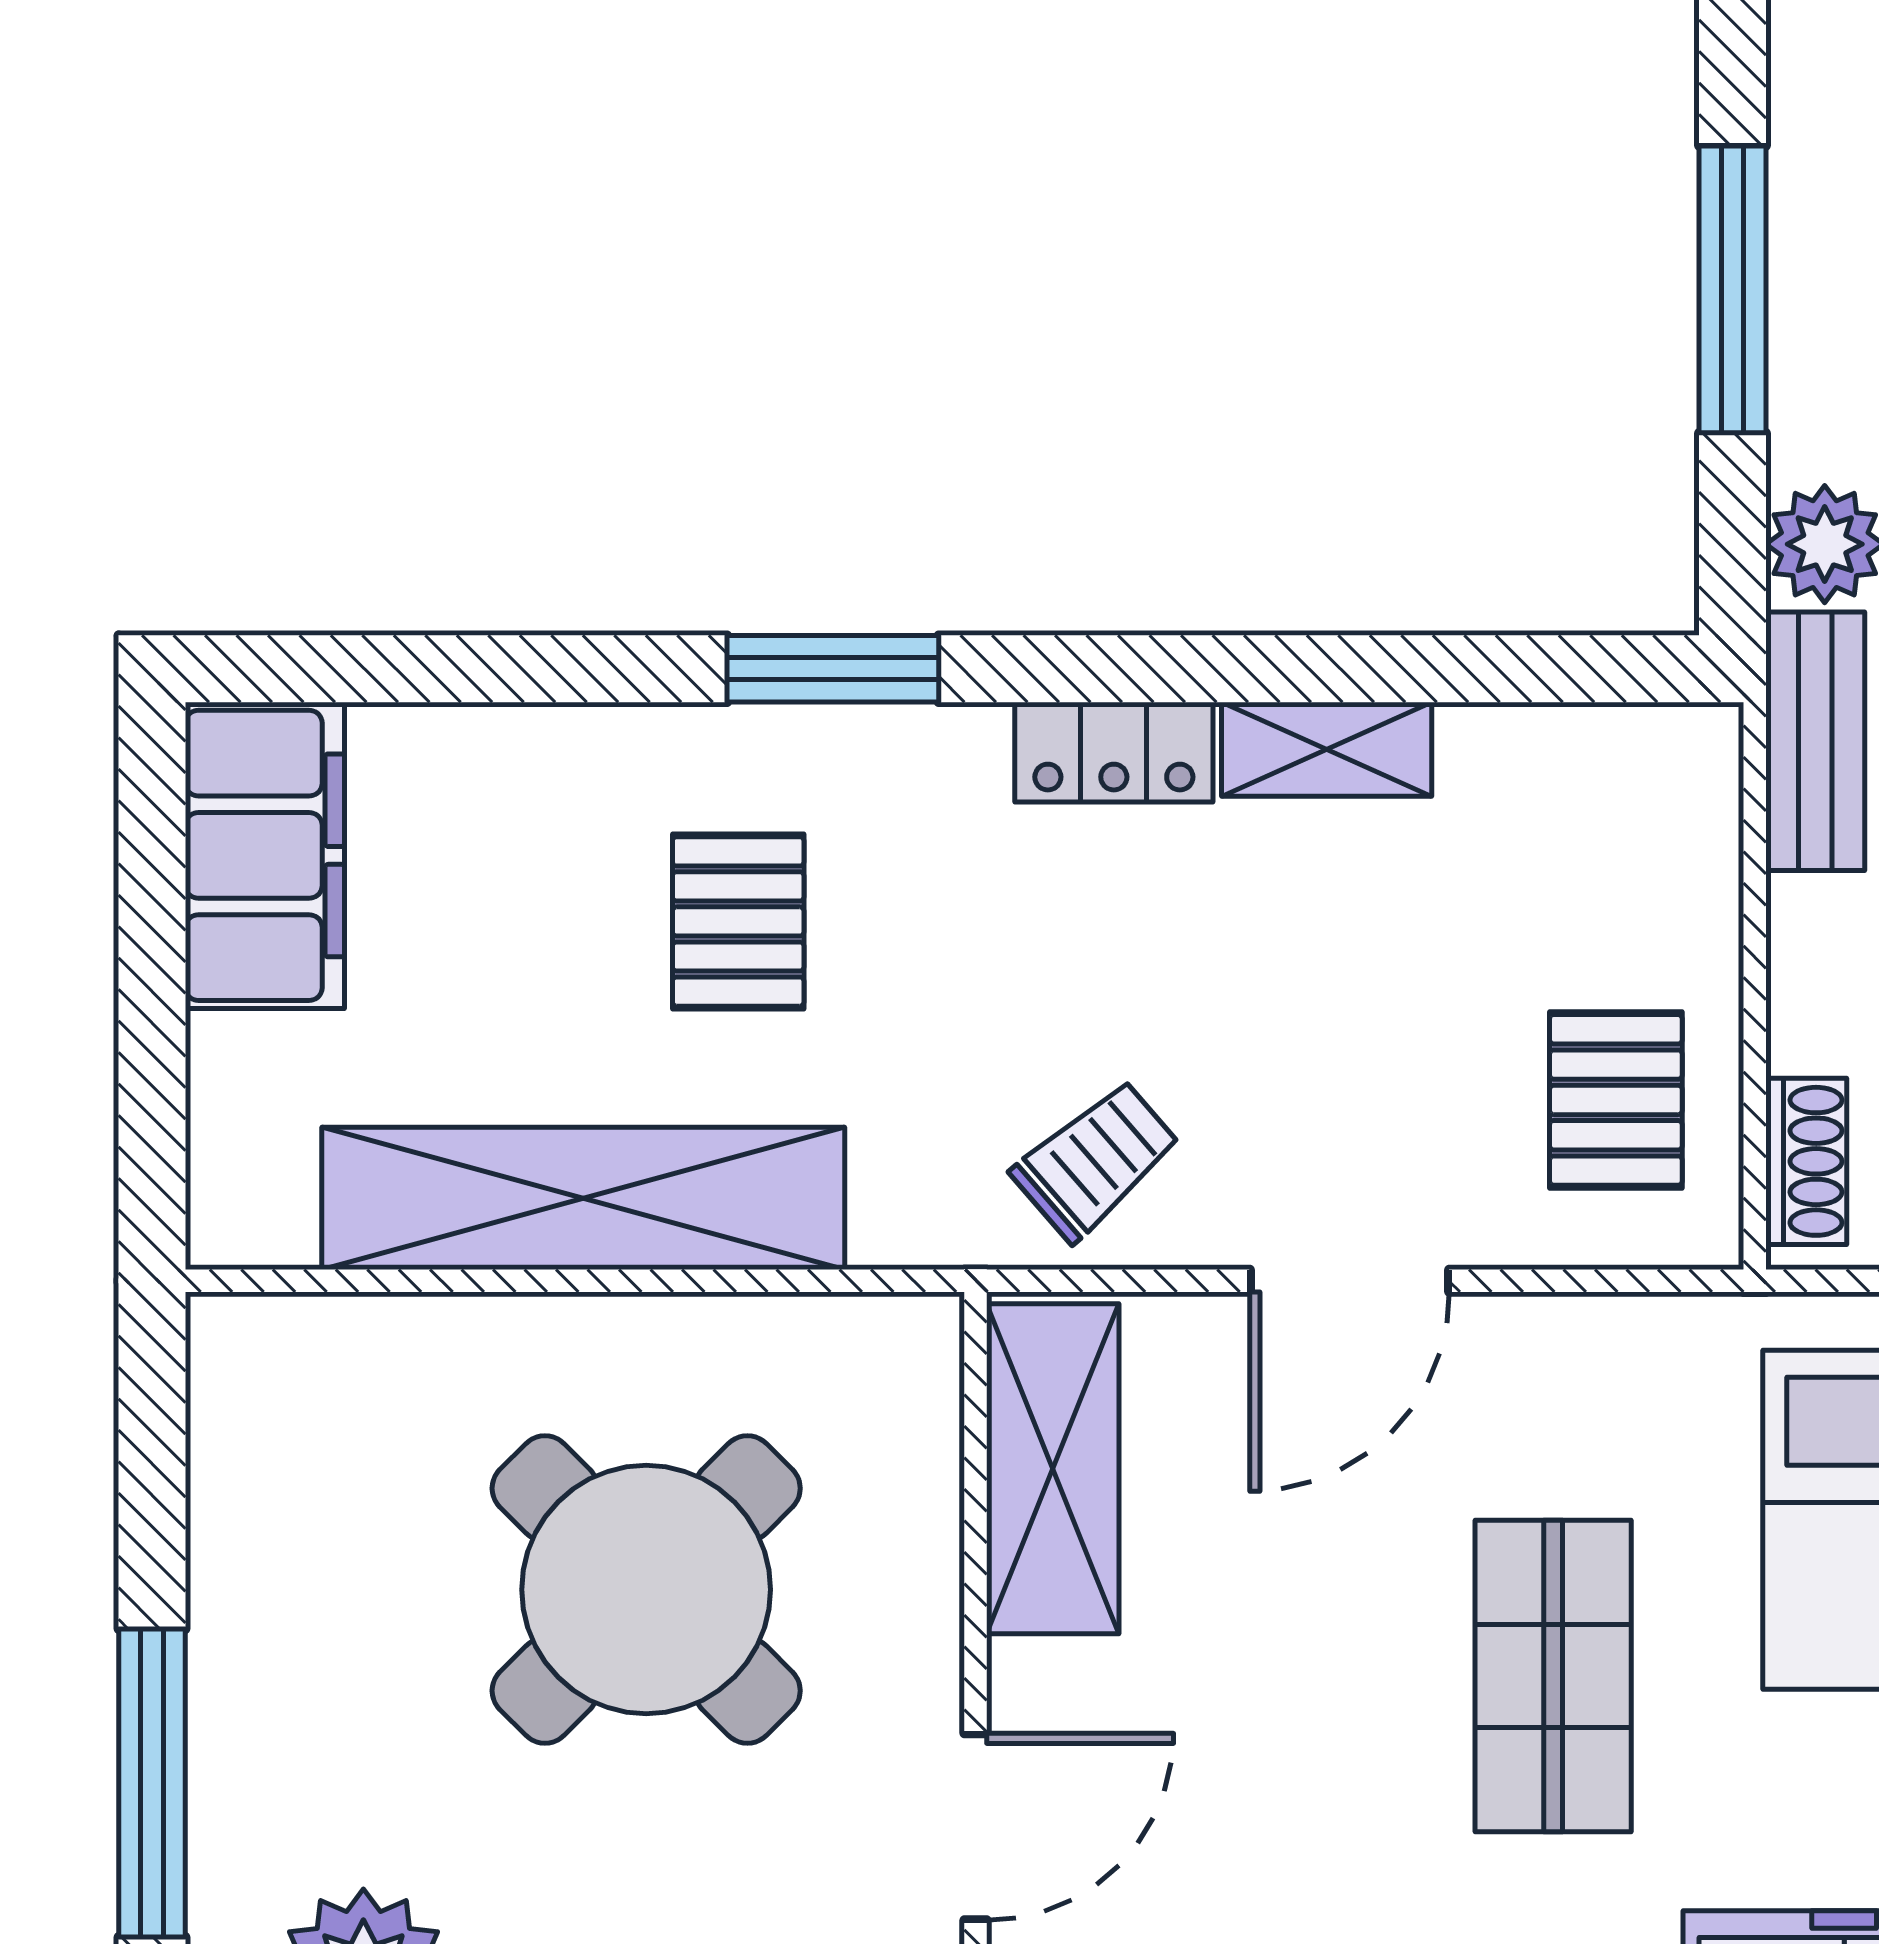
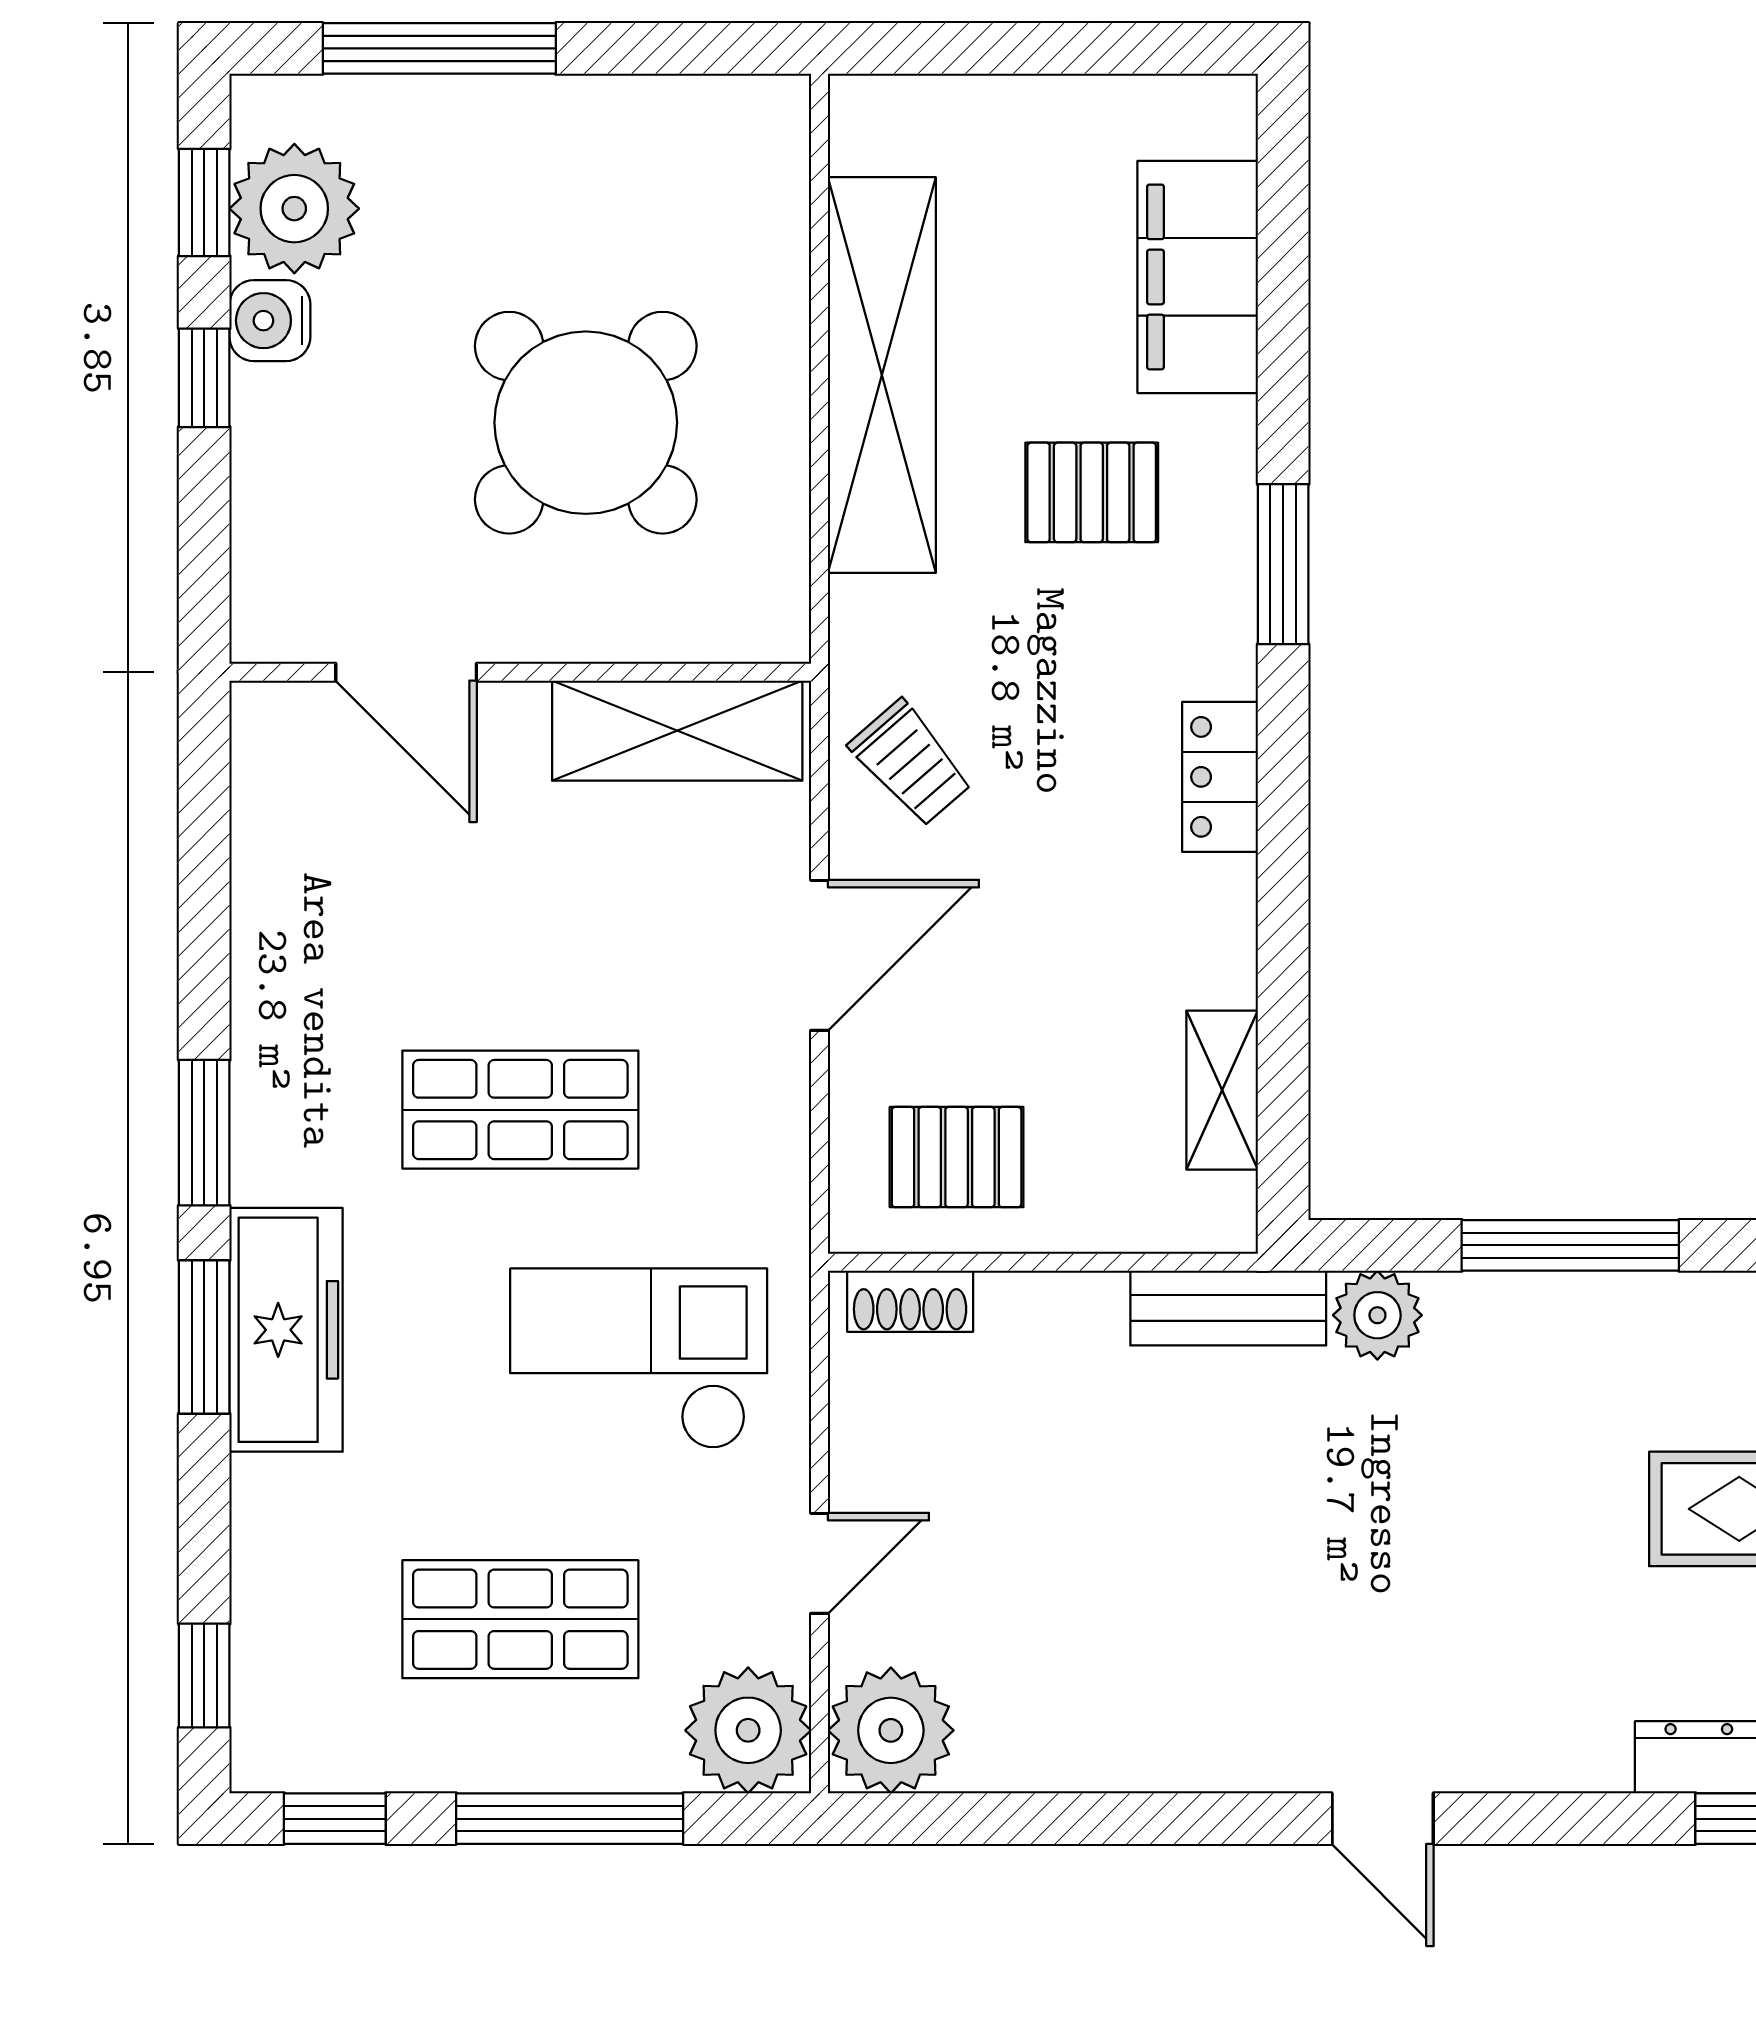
shelving: (1327, 749) -> (1222, 1090), moved
filing cabinet: (265, 855) -> (1198, 277), moved, turned 90
door: (1350, 1281) -> (820, 955), swing flipped

